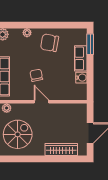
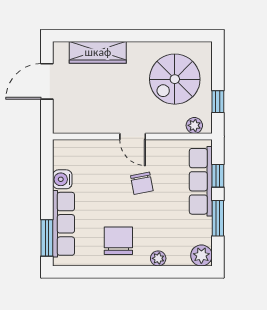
chair: (50, 43) -> (118, 241), turned -100
row of seats: (81, 58) -> (63, 224), width x1.48

